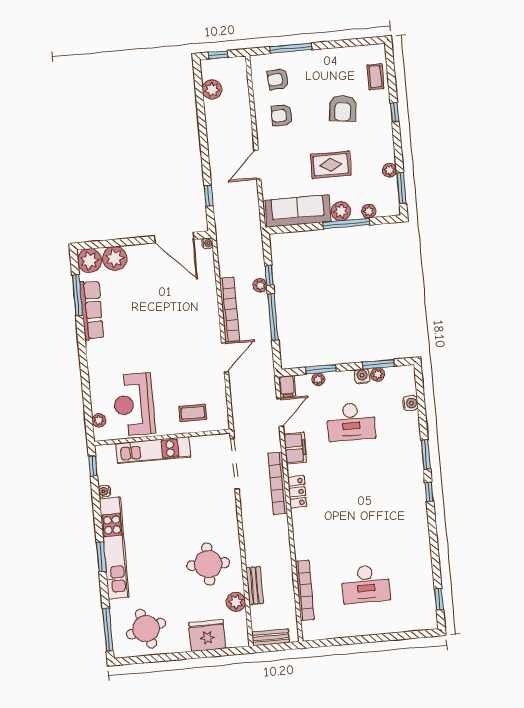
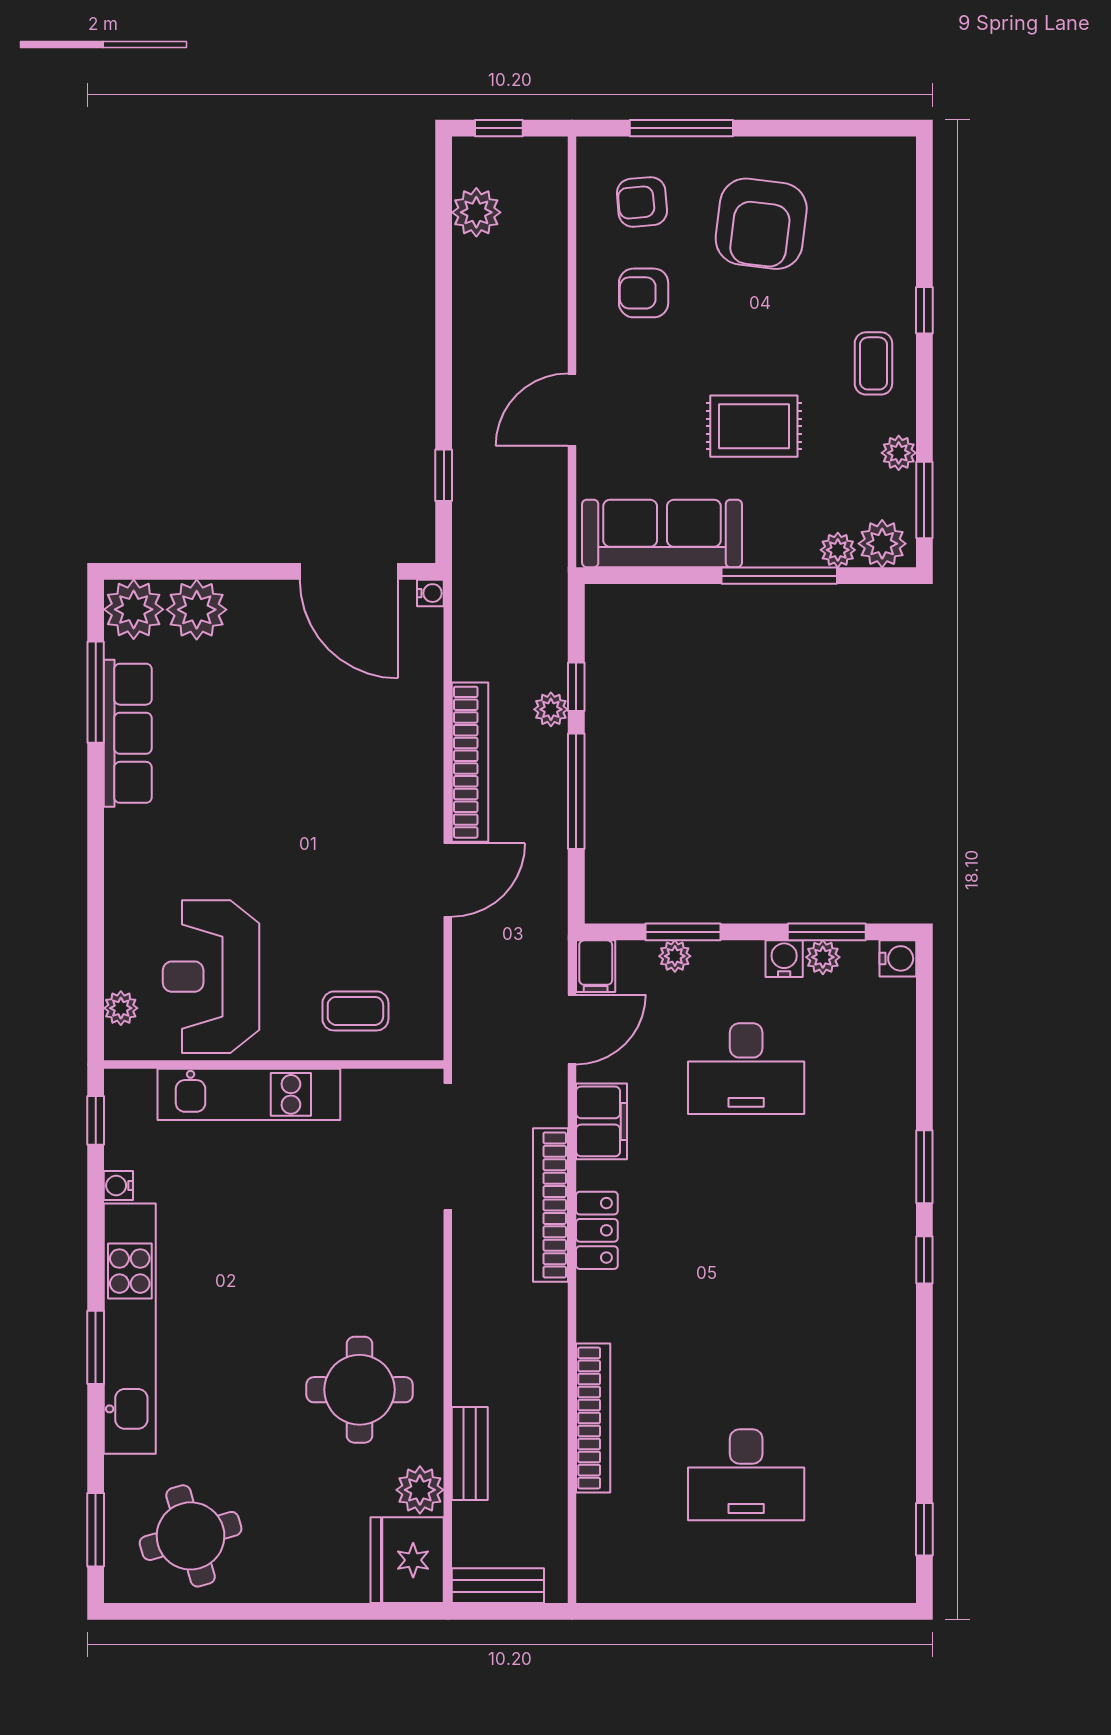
coffee table: (375, 77) -> (873, 363), moved
armchair: (343, 108) -> (761, 224), moved, width x1.36, depth x1.36
plant: (341, 211) -> (882, 544), moved
water cooler: (410, 403) -> (898, 958), moved
bookcase: (305, 590) -> (593, 1418), moved
window: (108, 630) -> (96, 1530), width x0.69
fridge: (207, 635) -> (407, 1560), moved, turned -90

